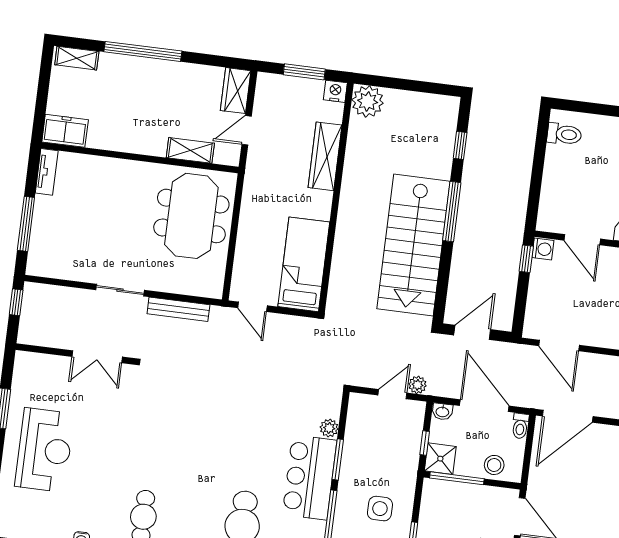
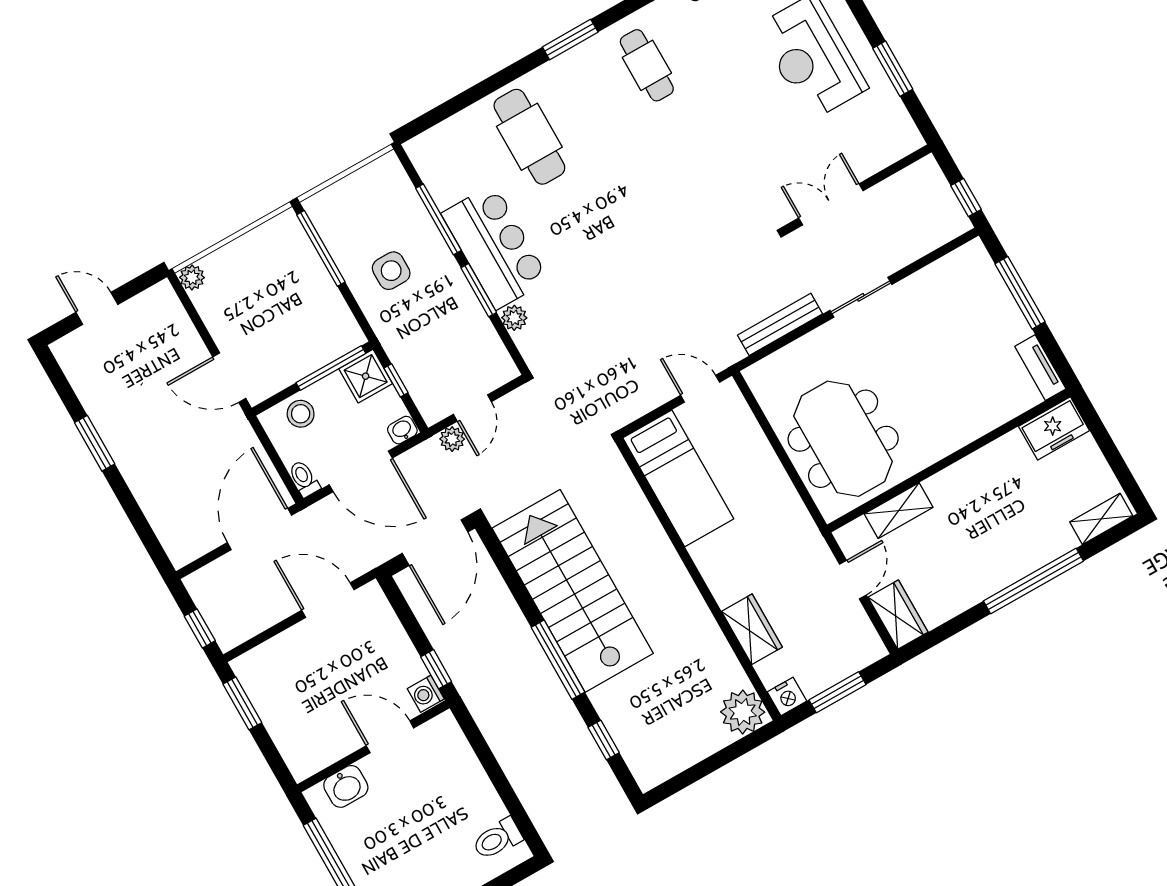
wardrobe: (325, 156) -> (752, 629), width x0.67
door: (472, 332) -> (435, 543), width x1.36

